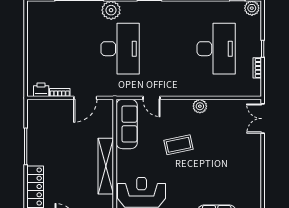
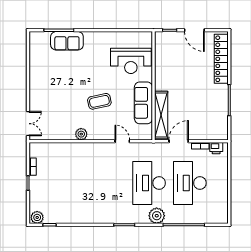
desk: (216, 49) -> (190, 183), moved
sofa: (127, 124) -> (143, 103), moved
shelving: (106, 166) -> (161, 115), moved

